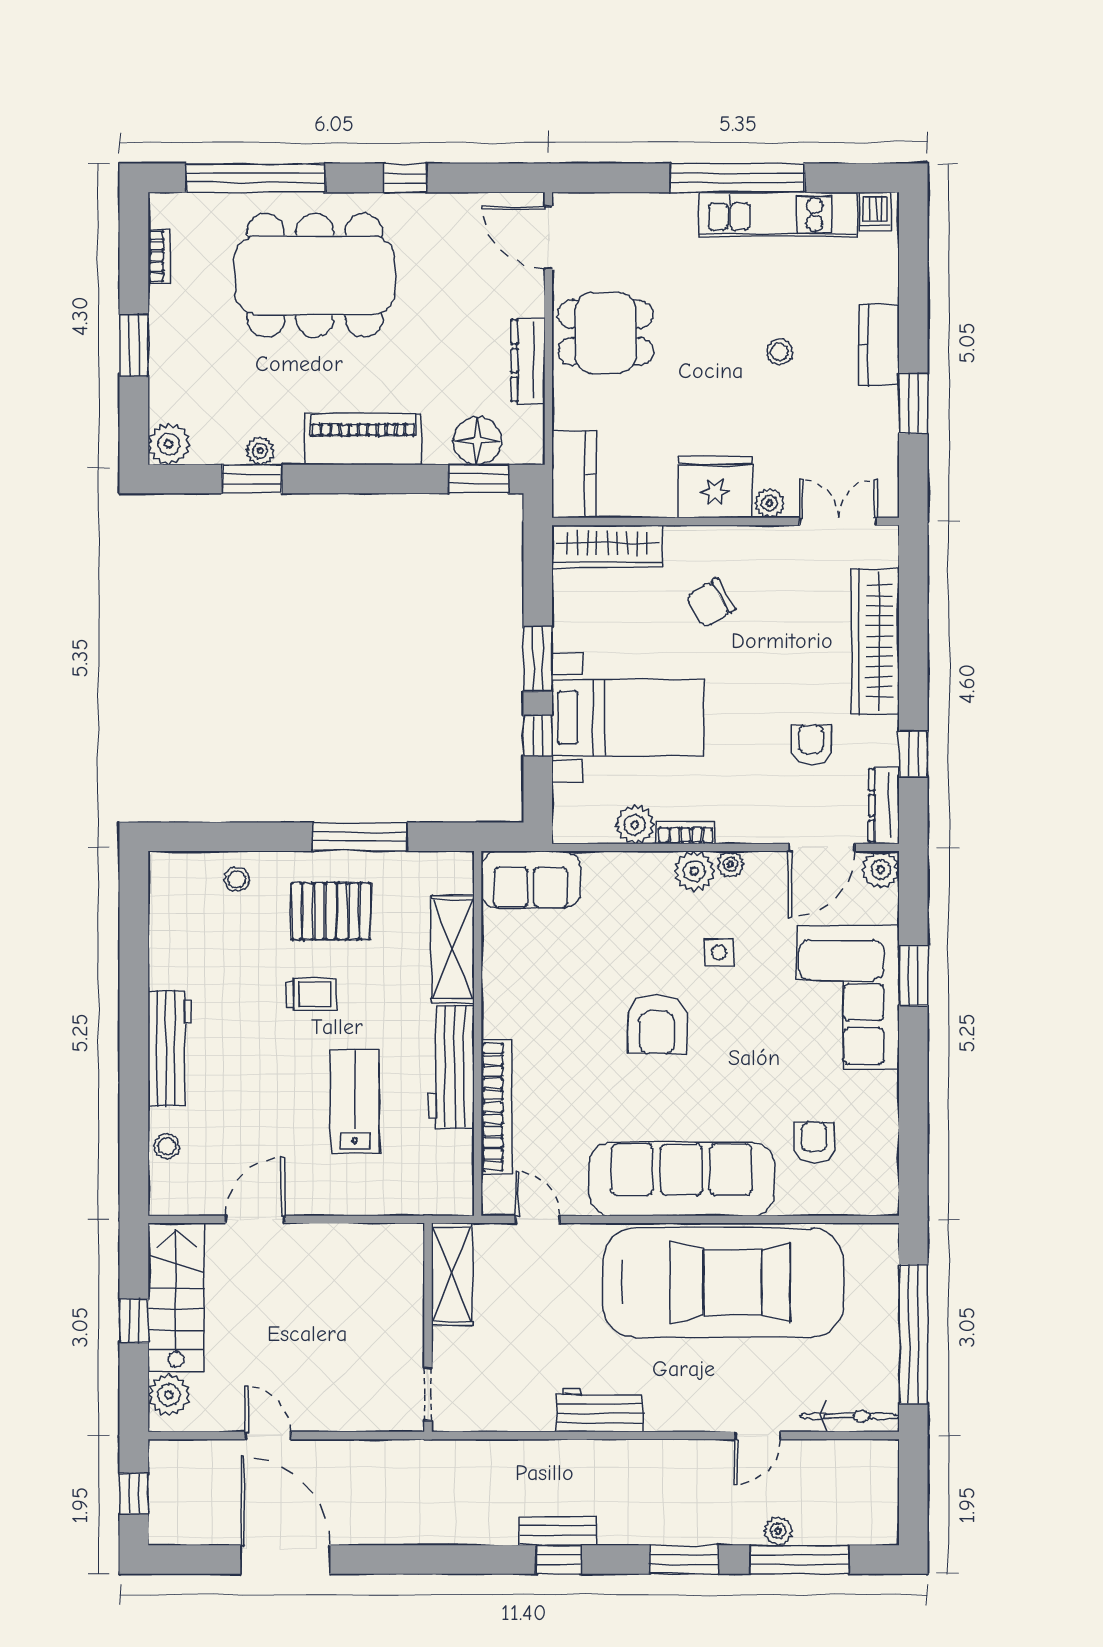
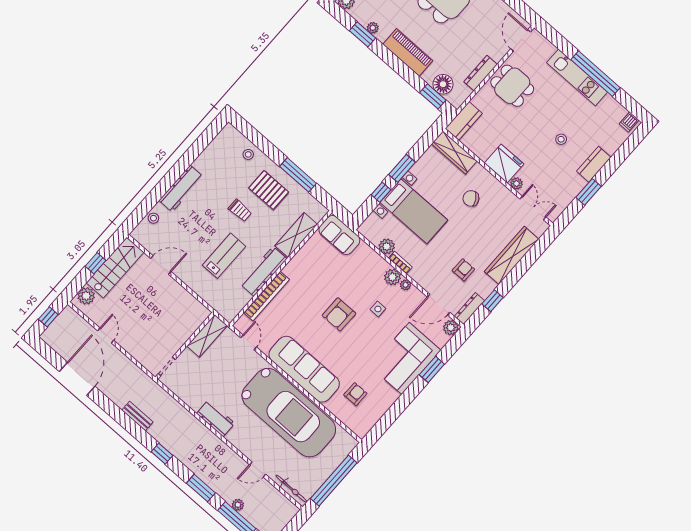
kitchen unit: (778, 214) -> (577, 77), moved
bench: (558, 1531) -> (137, 416), moved

